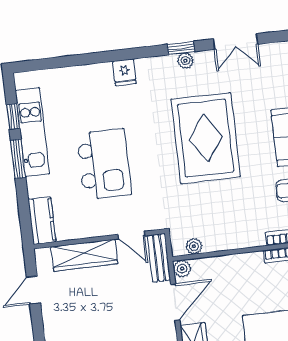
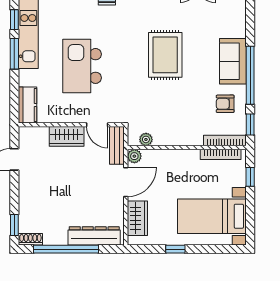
rug: (206, 138) -> (165, 55), width x0.73, depth x0.69
kitchen island: (104, 164) -> (82, 66), turned 180
wardrobe: (84, 255) -> (67, 136), width x0.67

